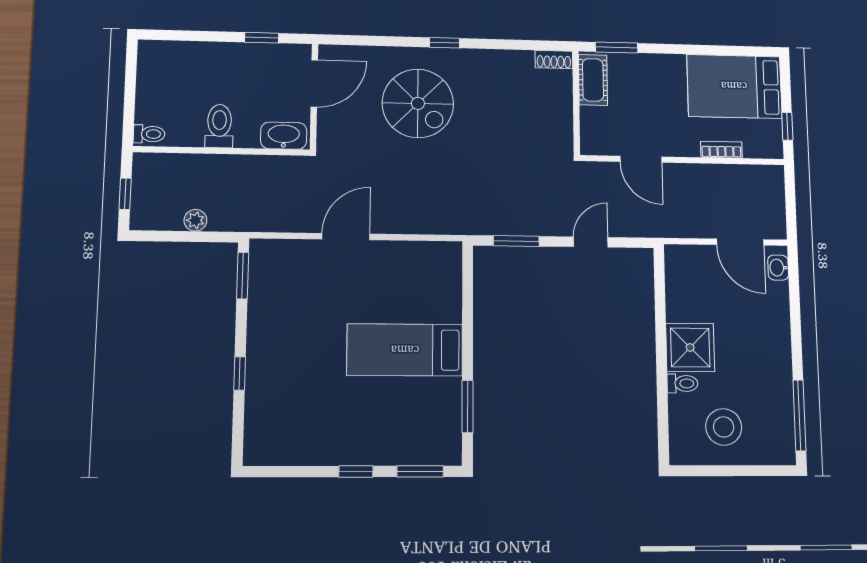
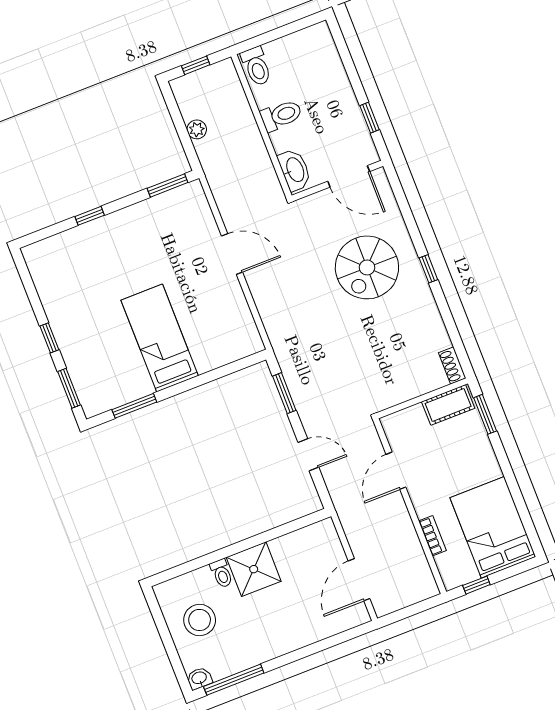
toilet: (149, 134) -> (256, 66), width x1.37, depth x1.39
washbasin: (778, 268) -> (199, 678), moved

